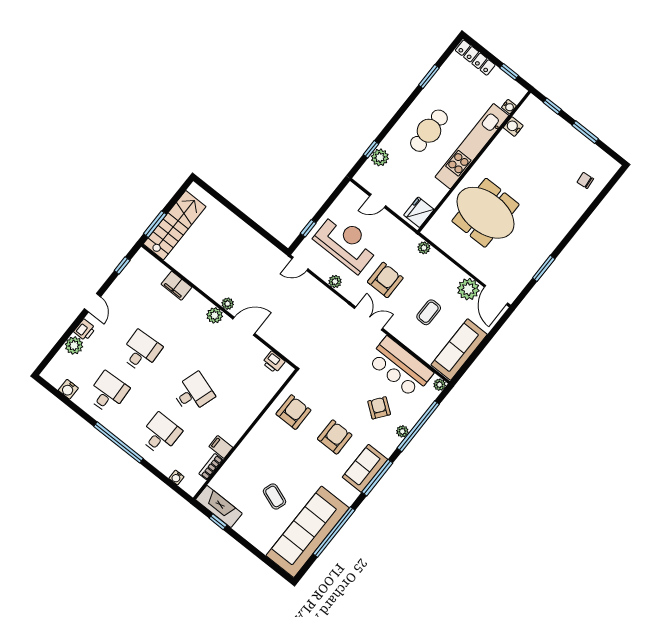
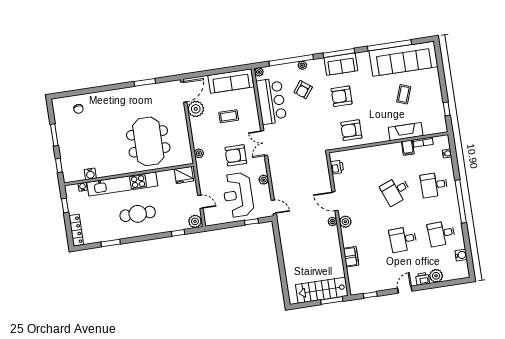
plant: (380, 157) -> (195, 221), moved
desk: (193, 393) -> (396, 191), turned -39
fireplace: (219, 506) -> (406, 132), moved, turned 90

